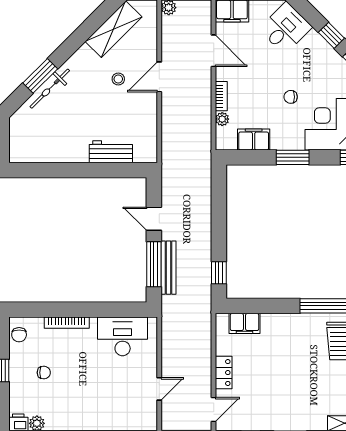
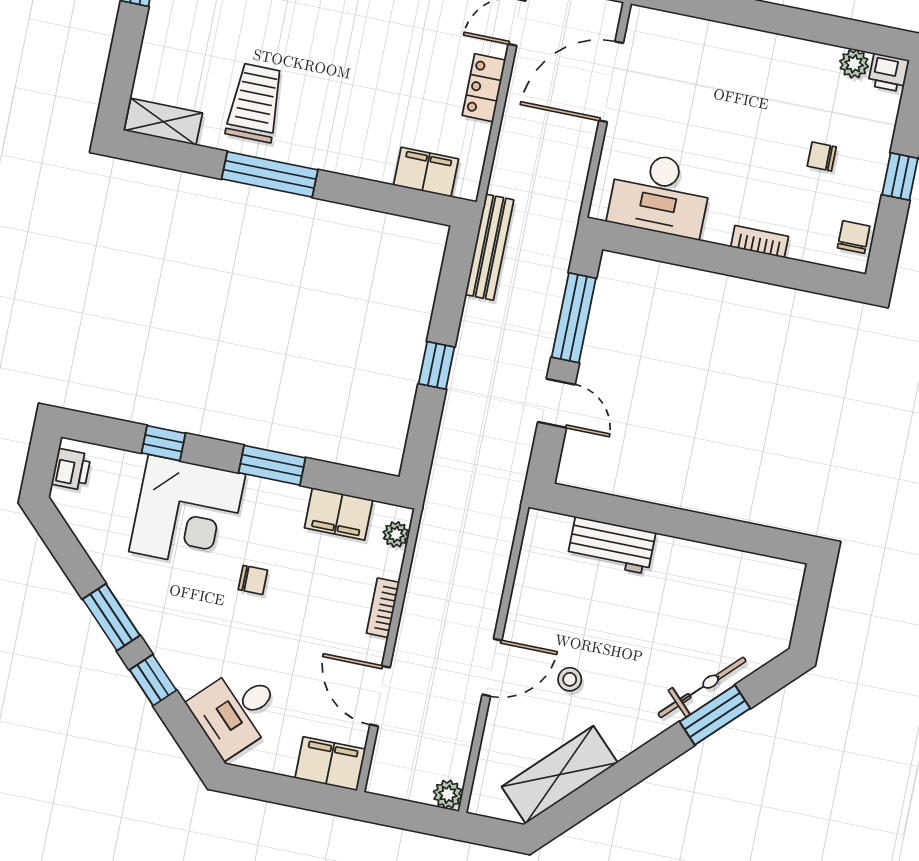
plant: (222, 119) -> (396, 534), moved
bench: (169, 268) -> (489, 247), moved
window: (219, 273) -> (437, 365), moved
bookcase: (67, 323) -> (760, 242), width x0.64
door: (159, 389) -> (611, 82), width x1.88

